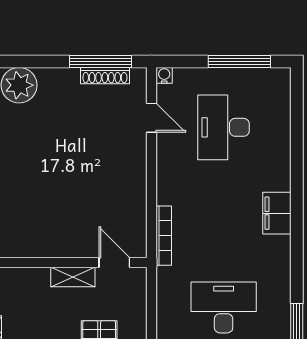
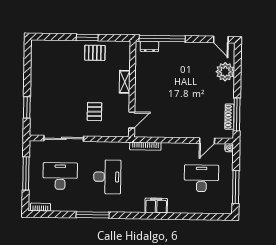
shelving: (73, 277) -> (125, 82), moved

